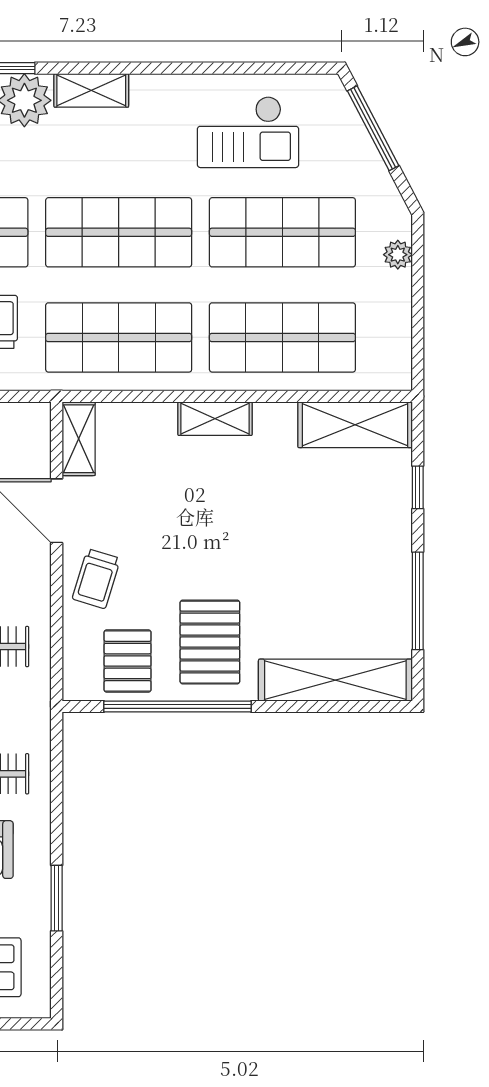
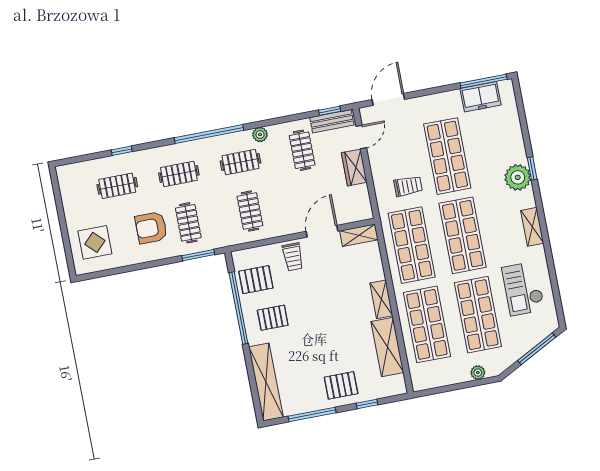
shelving: (91, 90) -> (532, 227), moved
shelving: (355, 425) -> (387, 347), moved
pallet: (371, 532) -> (341, 385), added
trolley: (96, 579) -> (293, 257), turned -107
pallet: (210, 642) -> (273, 318), width x0.67, depth x0.71
window: (57, 898) -> (198, 255), moved

